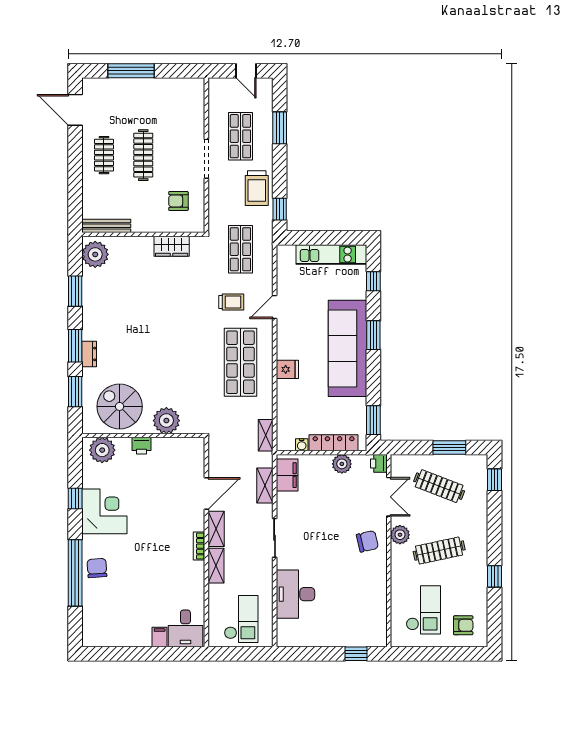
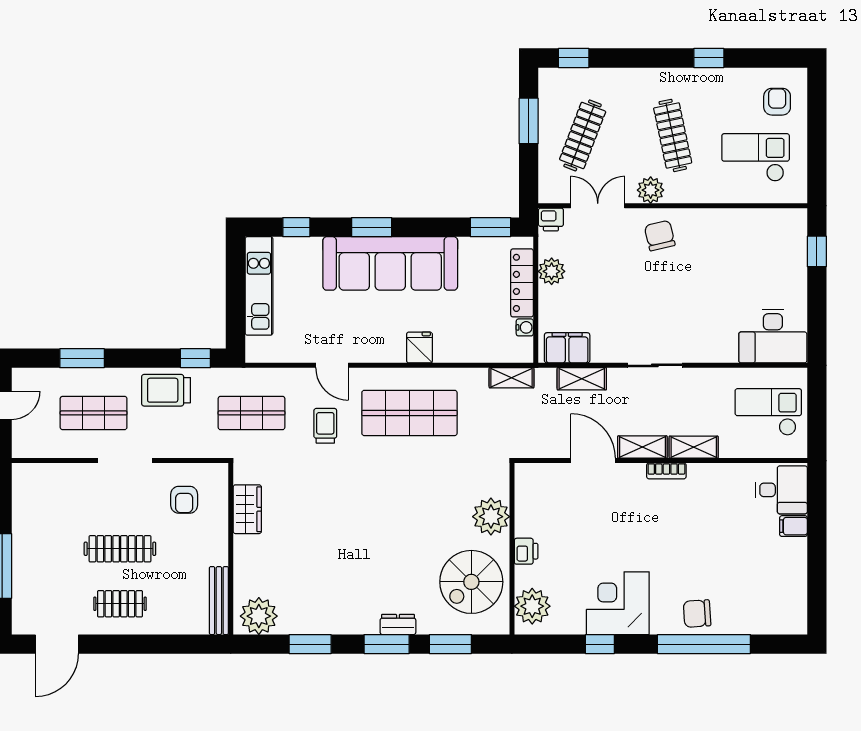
trolley: (257, 188) -> (166, 390), turned 180
desk: (295, 594) -> (773, 336), moved

